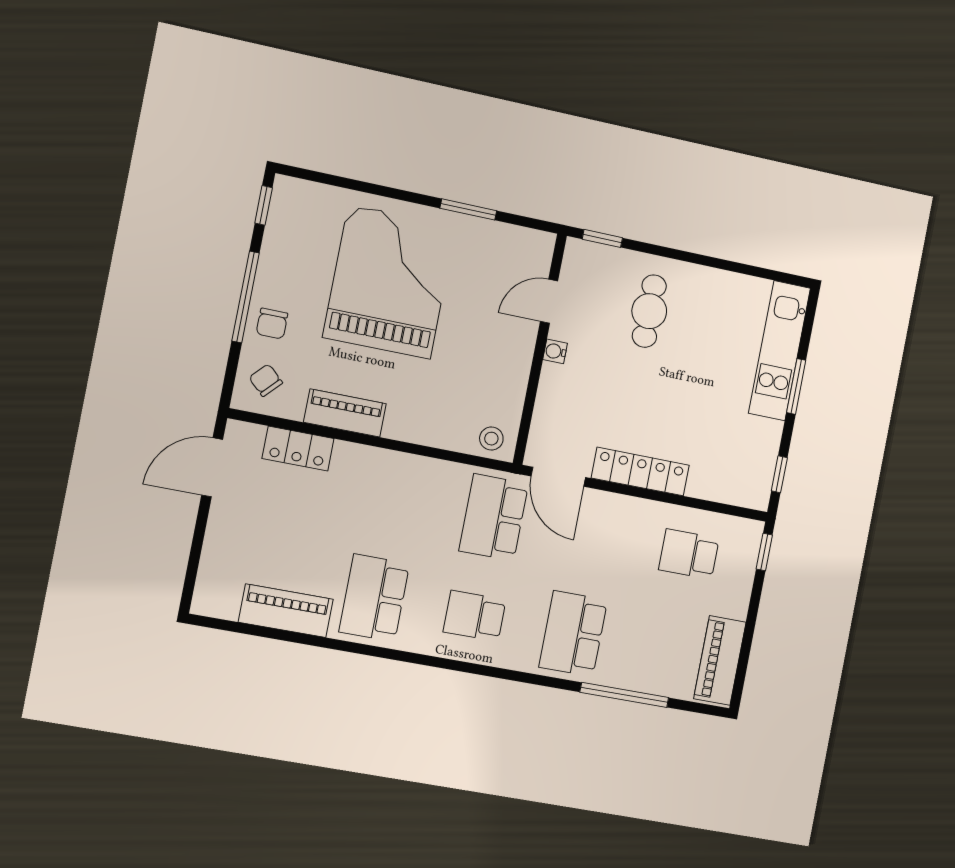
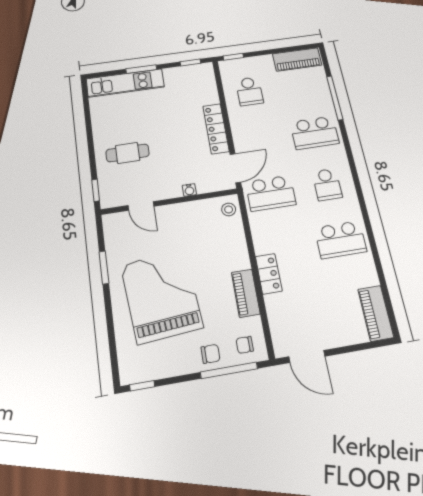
grand piano: (389, 282) -> (161, 296), turned 85
window: (246, 297) -> (229, 370), moved
water cooler: (555, 351) -> (189, 190), moved
chair: (266, 380) -> (245, 345), turned 47
locker: (298, 448) -> (269, 274), moved
piano: (286, 611) -> (376, 313), moved

